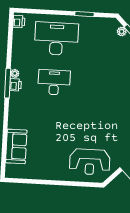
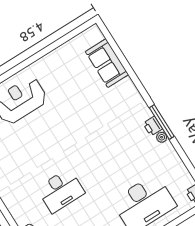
desk: (54, 82) -> (61, 191), moved

